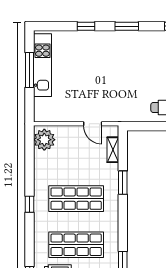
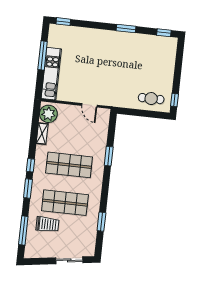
window: (86, 26) -> (63, 22), moved
kitchen unit: (42, 65) -> (51, 74), moved
shelving: (113, 150) -> (42, 134), moved
window: (30, 233) -> (28, 189), added

